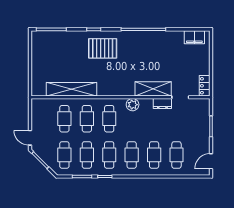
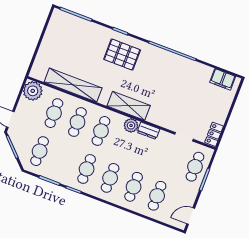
shelving: (153, 89) -> (129, 106), moved
dresser: (162, 103) -> (148, 131), moved
plant: (40, 107) -> (33, 91), added
cafe table: (87, 155) -> (195, 167), moved

